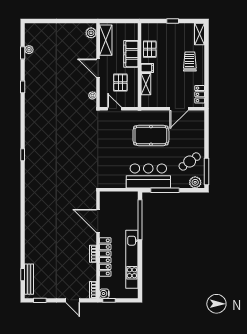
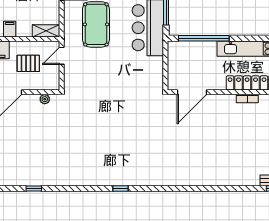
shelving: (146, 84) -> (46, 31), moved
door: (115, 109) -> (62, 56), moved
door: (98, 221) -> (192, 92), moved

